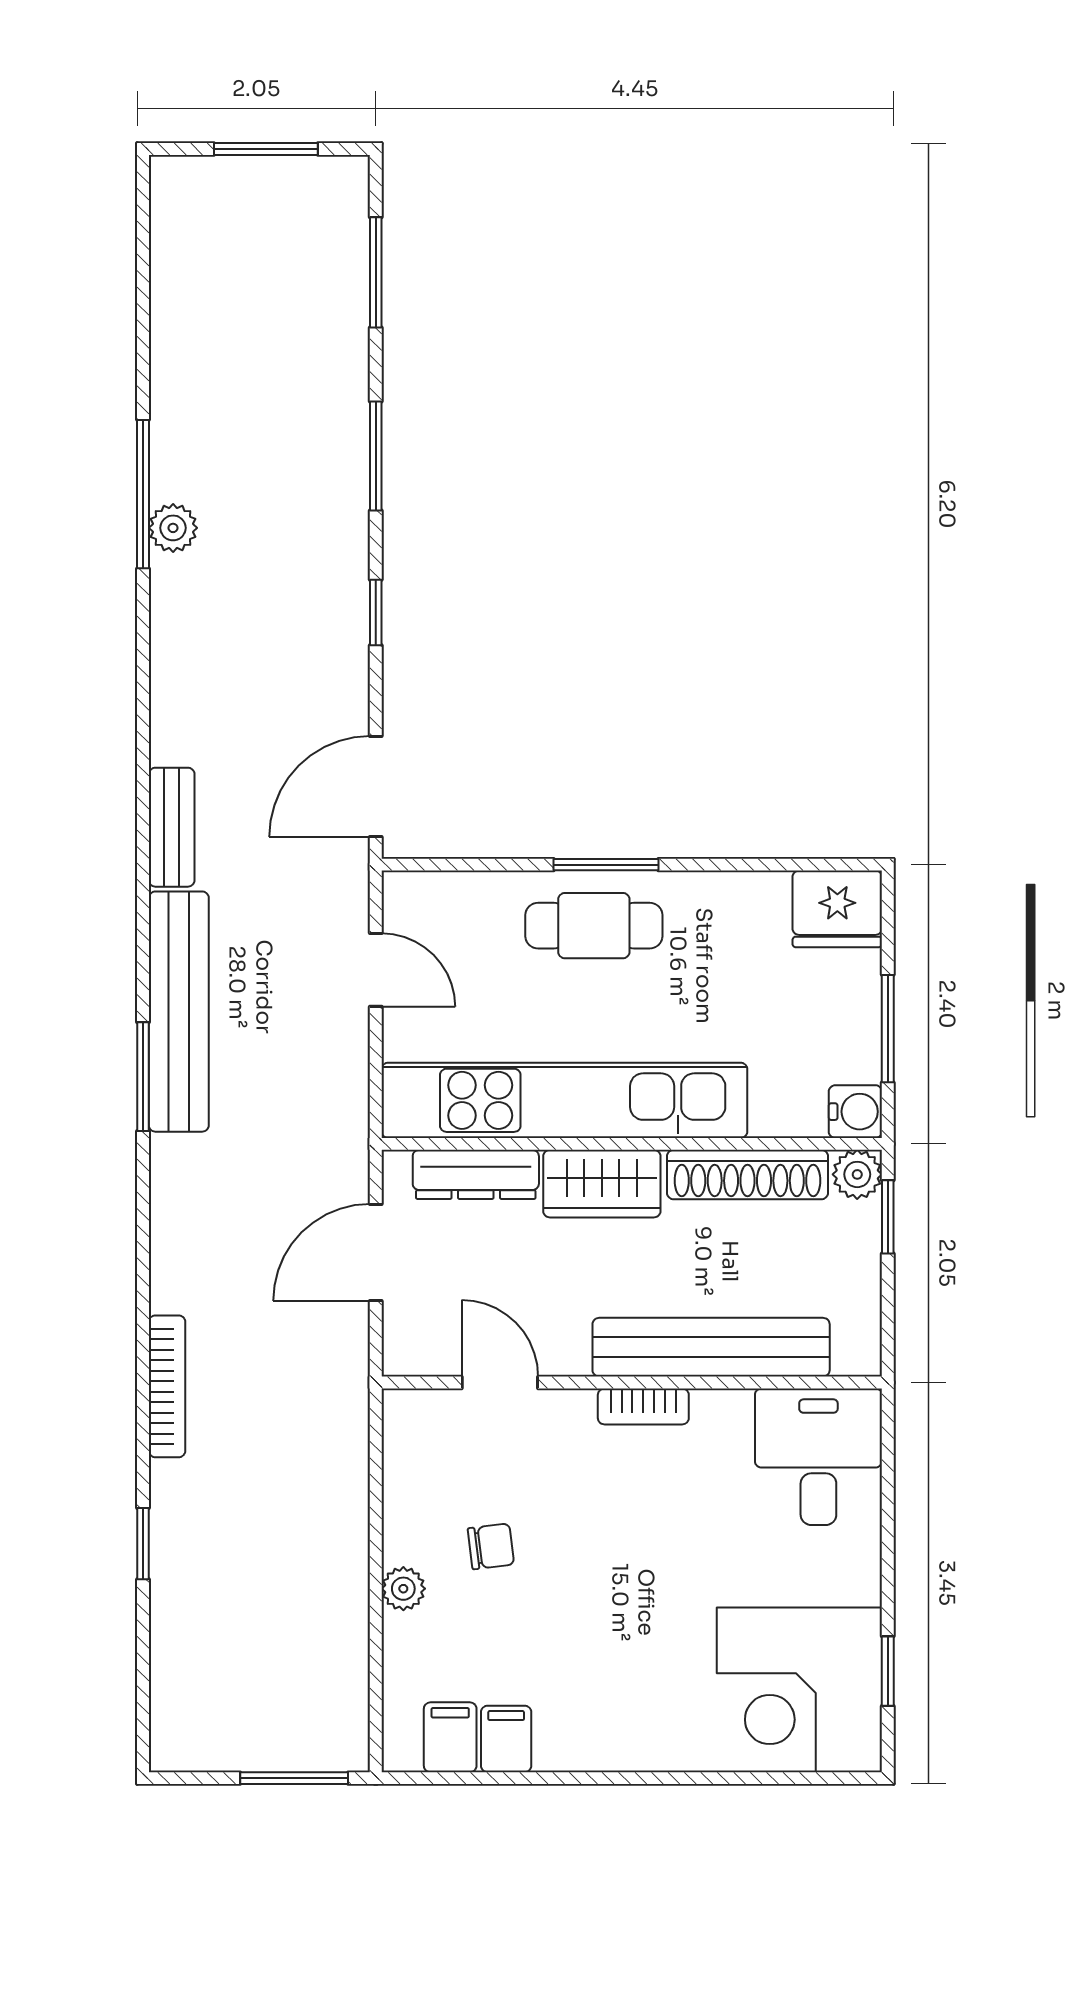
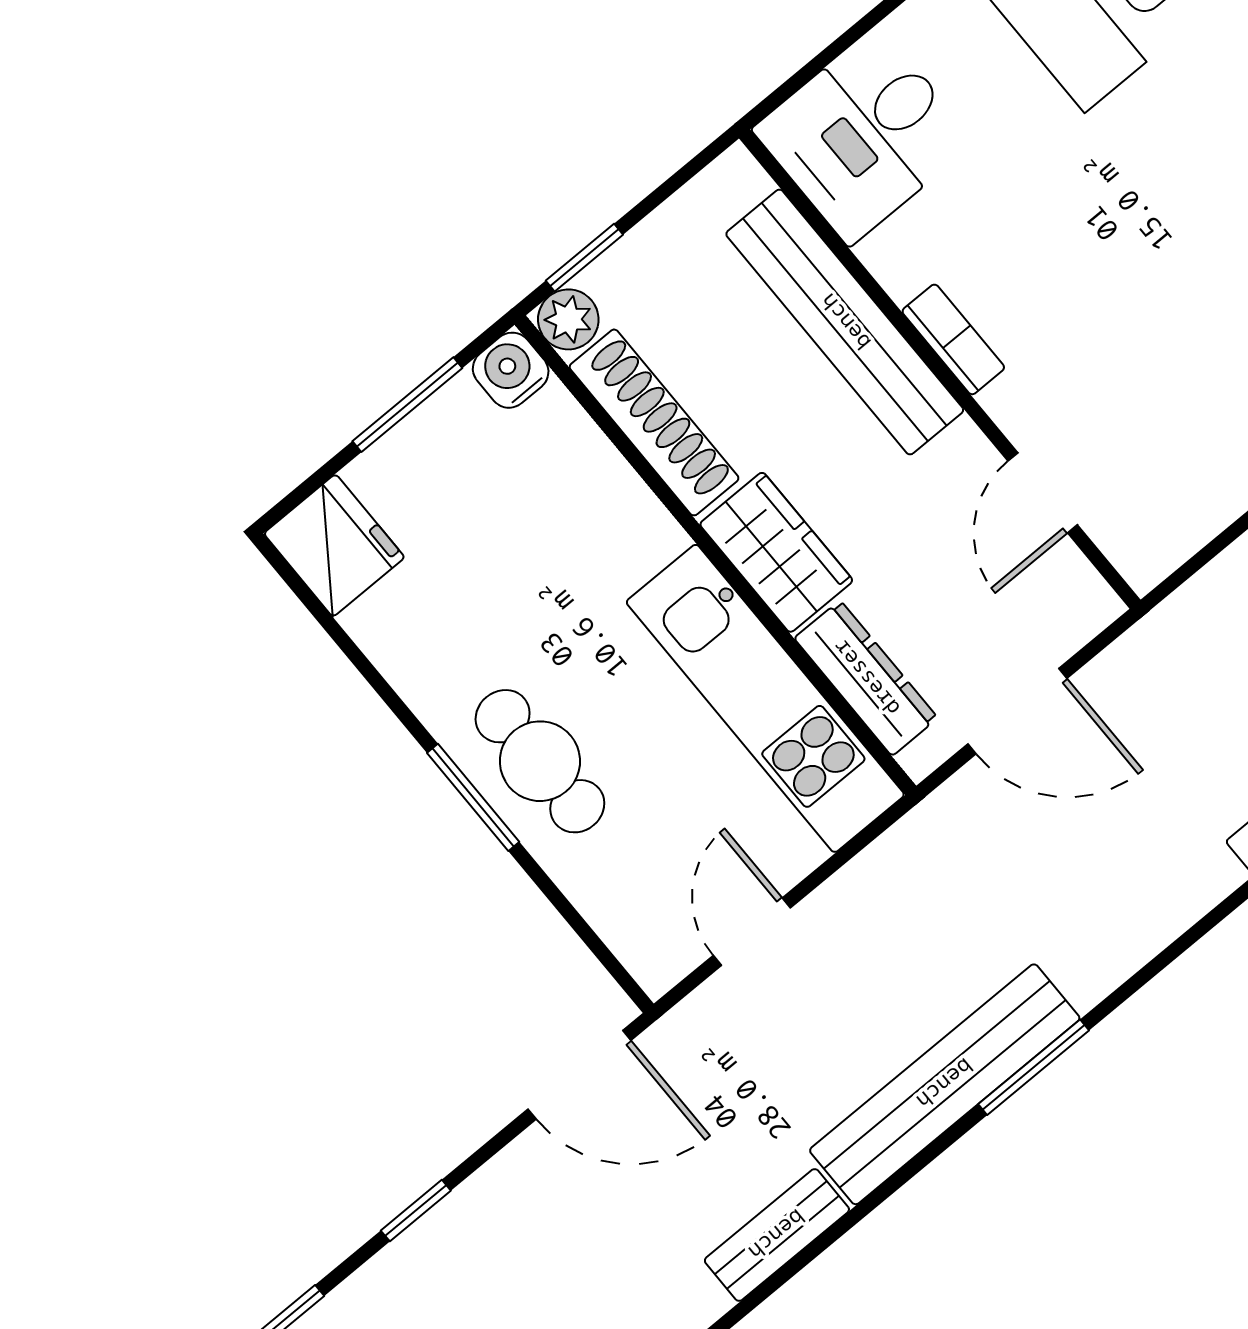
kitchen unit: (564, 1100) -> (765, 698), width x0.73
chair: (491, 1546) -> (1204, 374), removed

